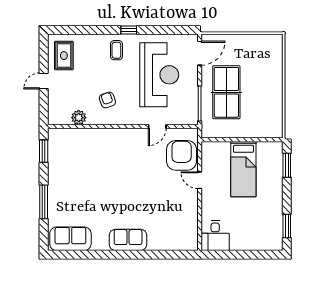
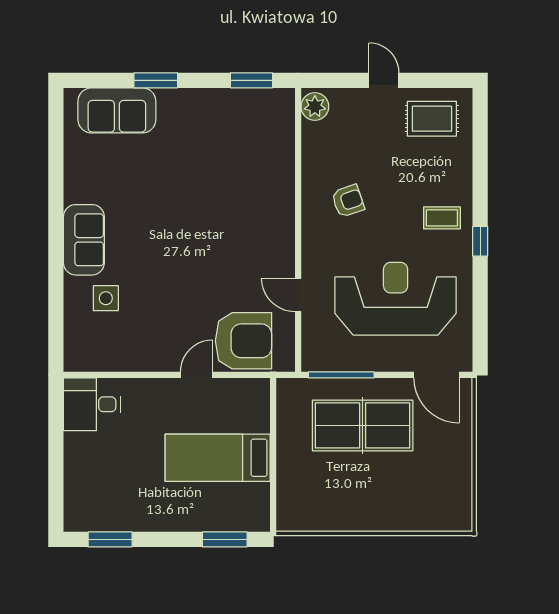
reception desk: (159, 75) -> (396, 299), turned 180
plant: (79, 118) -> (315, 107), moved
window: (44, 202) -> (156, 80), width x0.69
side table: (159, 228) -> (106, 298), added
sofa: (70, 239) -> (117, 110), moved, turned 90

